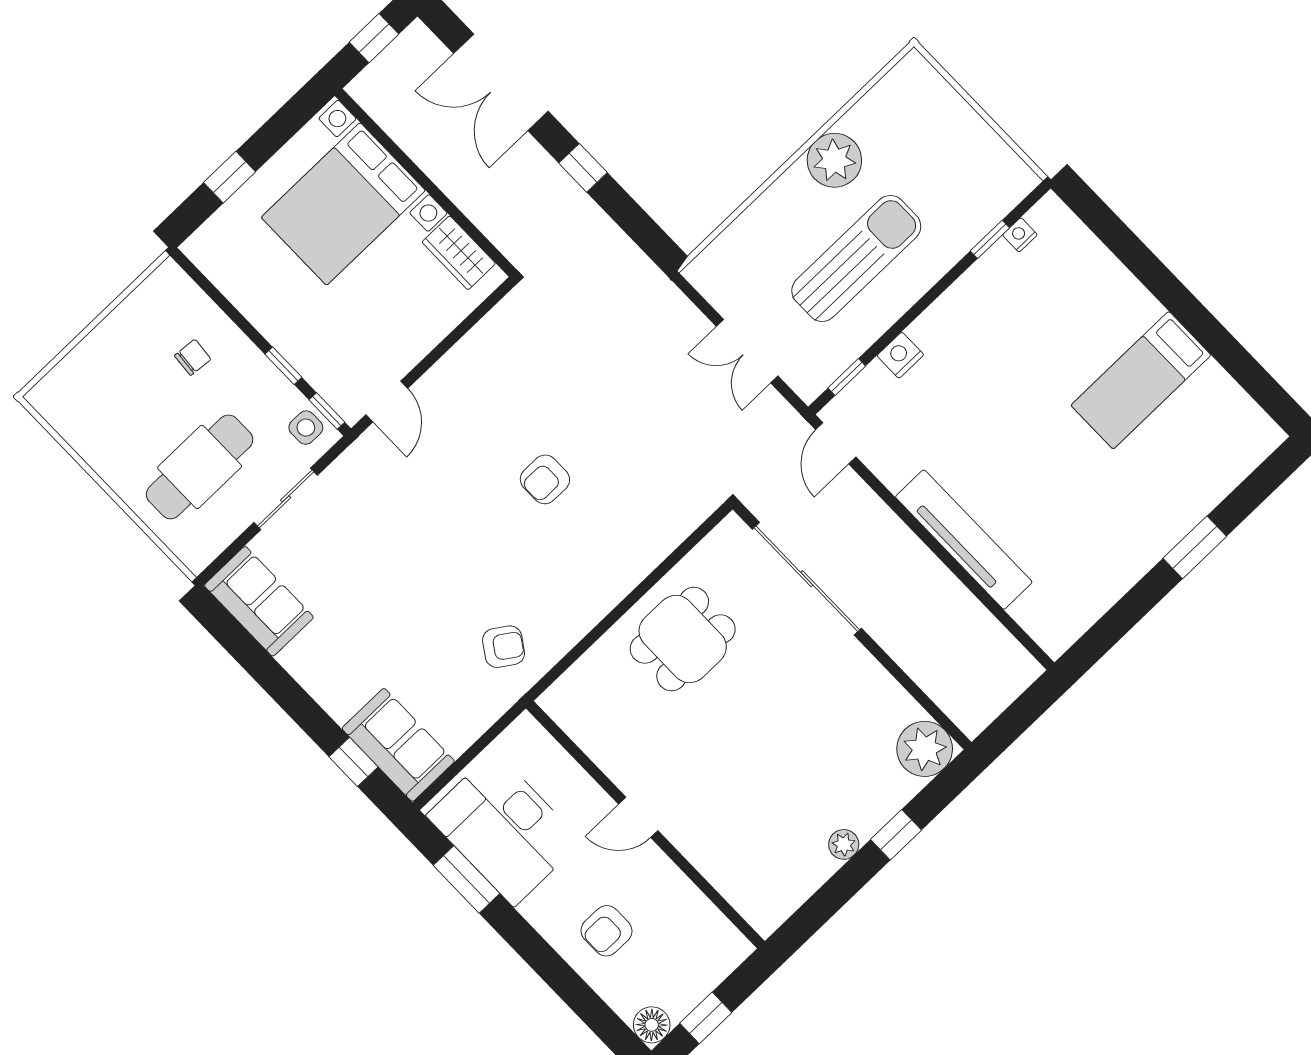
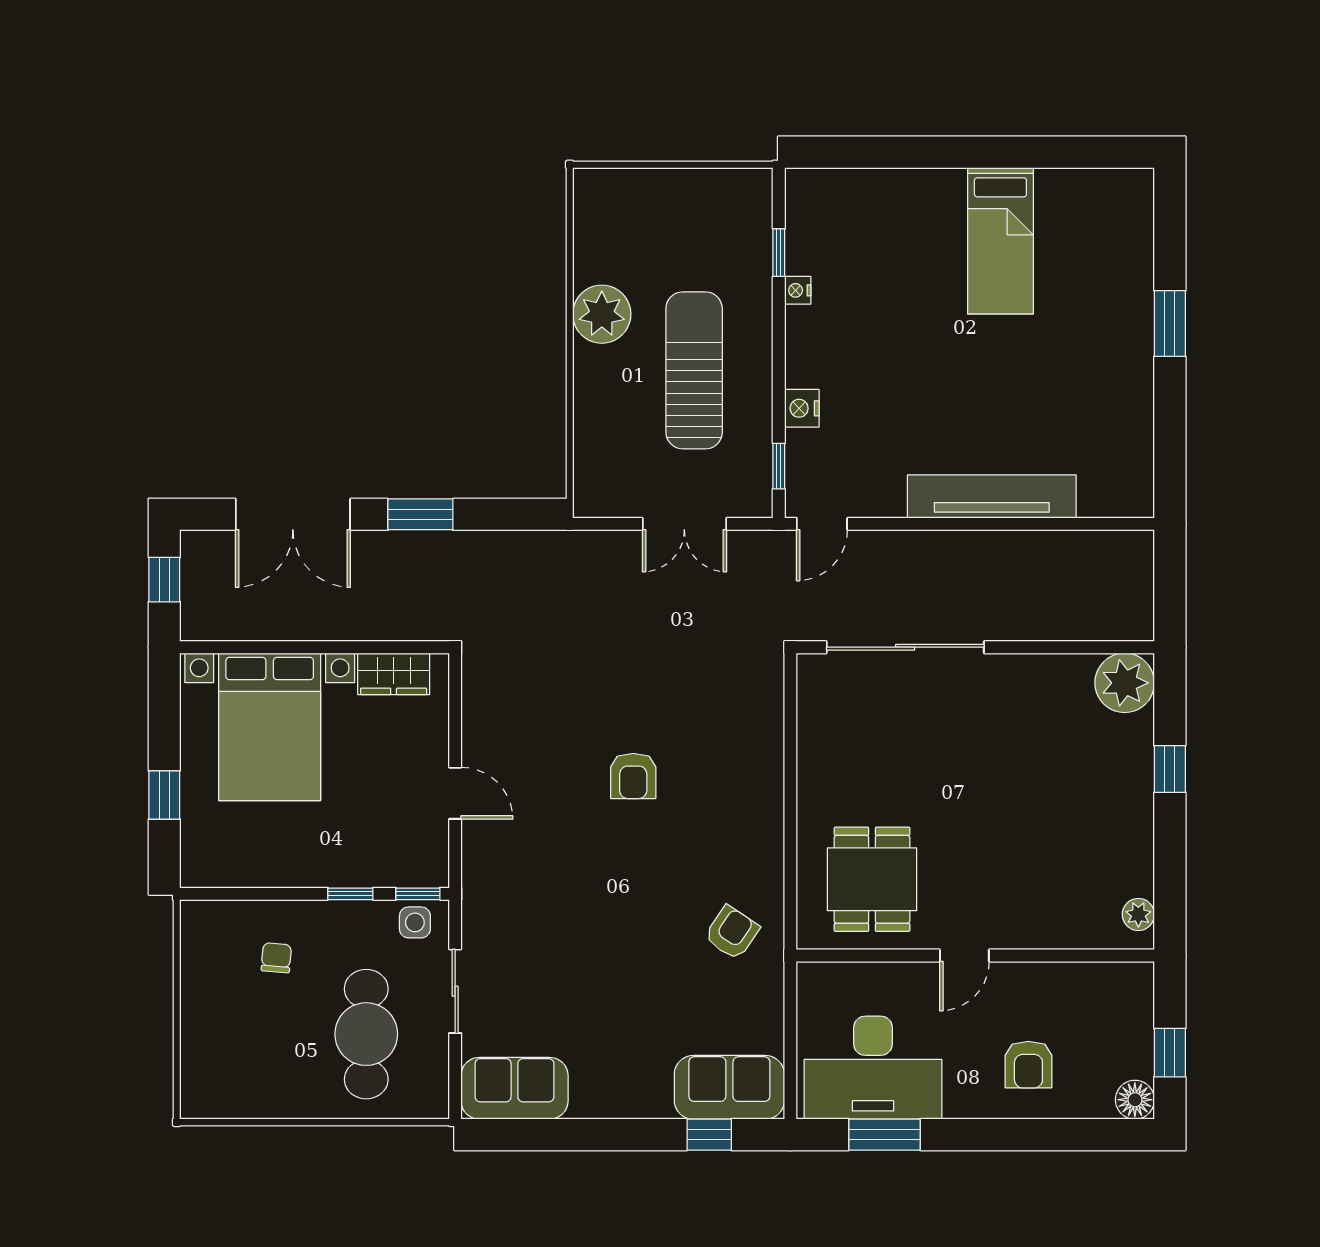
window: (583, 168) -> (420, 514), width x1.50
nightstand: (1020, 235) -> (798, 290), moved
door: (387, 402) -> (455, 793), moved
door: (836, 443) -> (822, 524), hinge flipped
dining table: (683, 639) -> (872, 879), moved
plant: (844, 844) -> (1138, 914), moved

